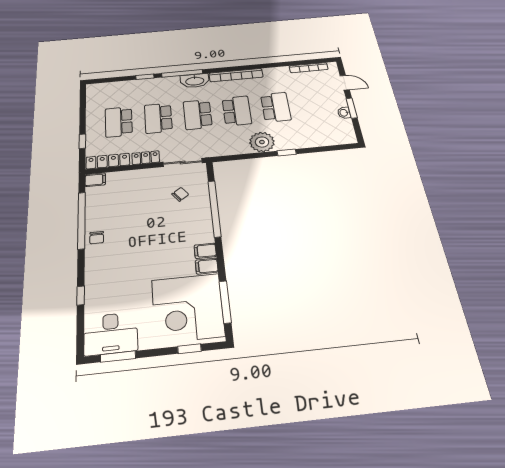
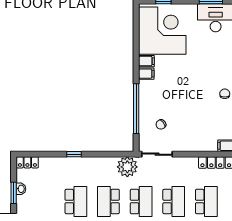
school desk: (276, 107) -> (76, 202), turned 180
plant: (262, 142) -> (127, 167), moved
locker: (146, 158) -> (27, 162), moved
window: (225, 302) -> (136, 32), removed

